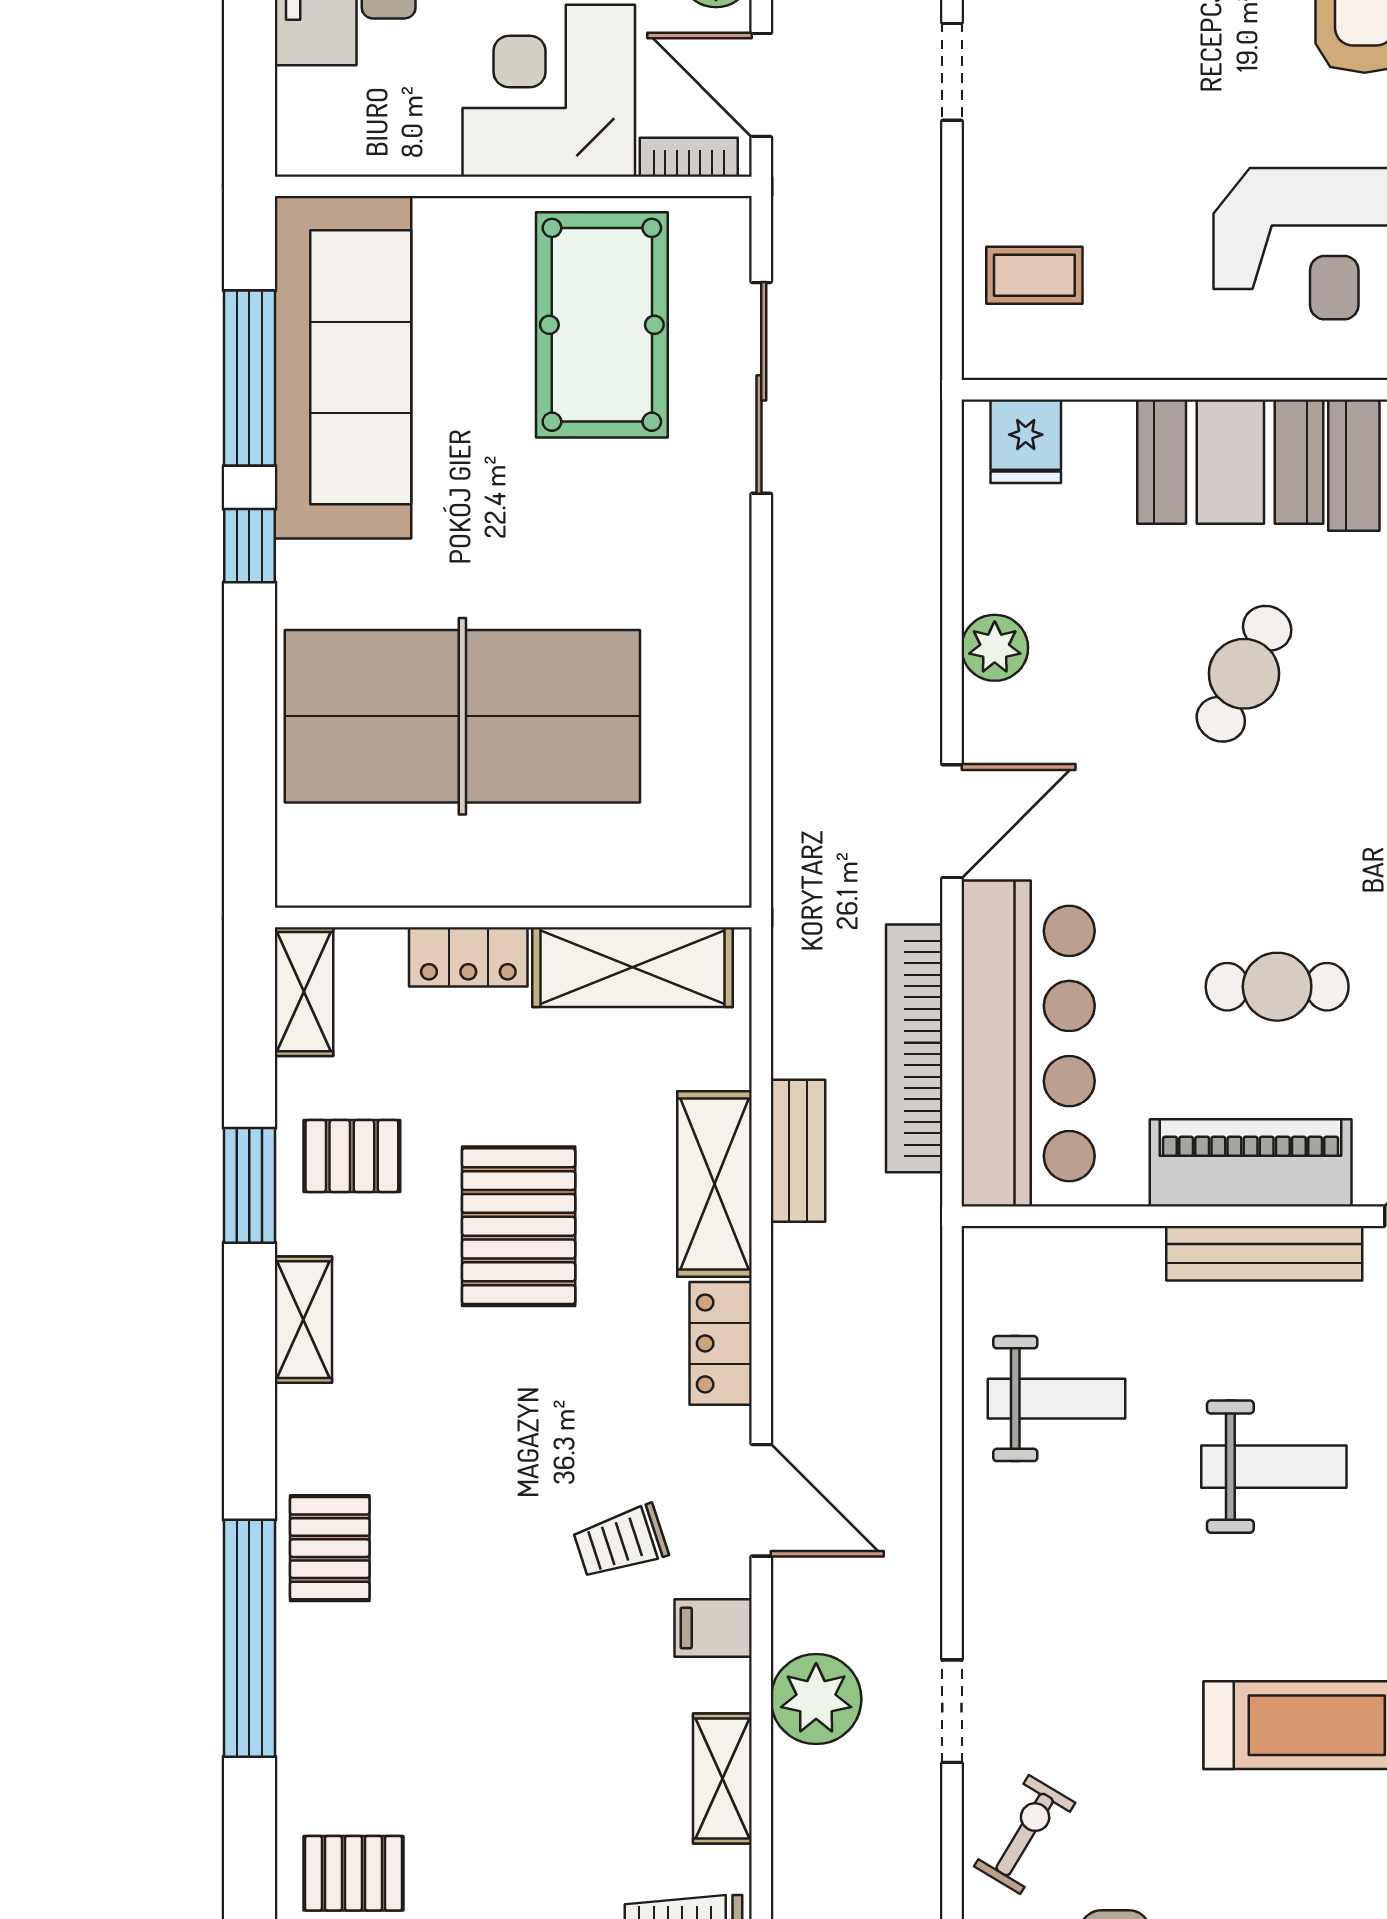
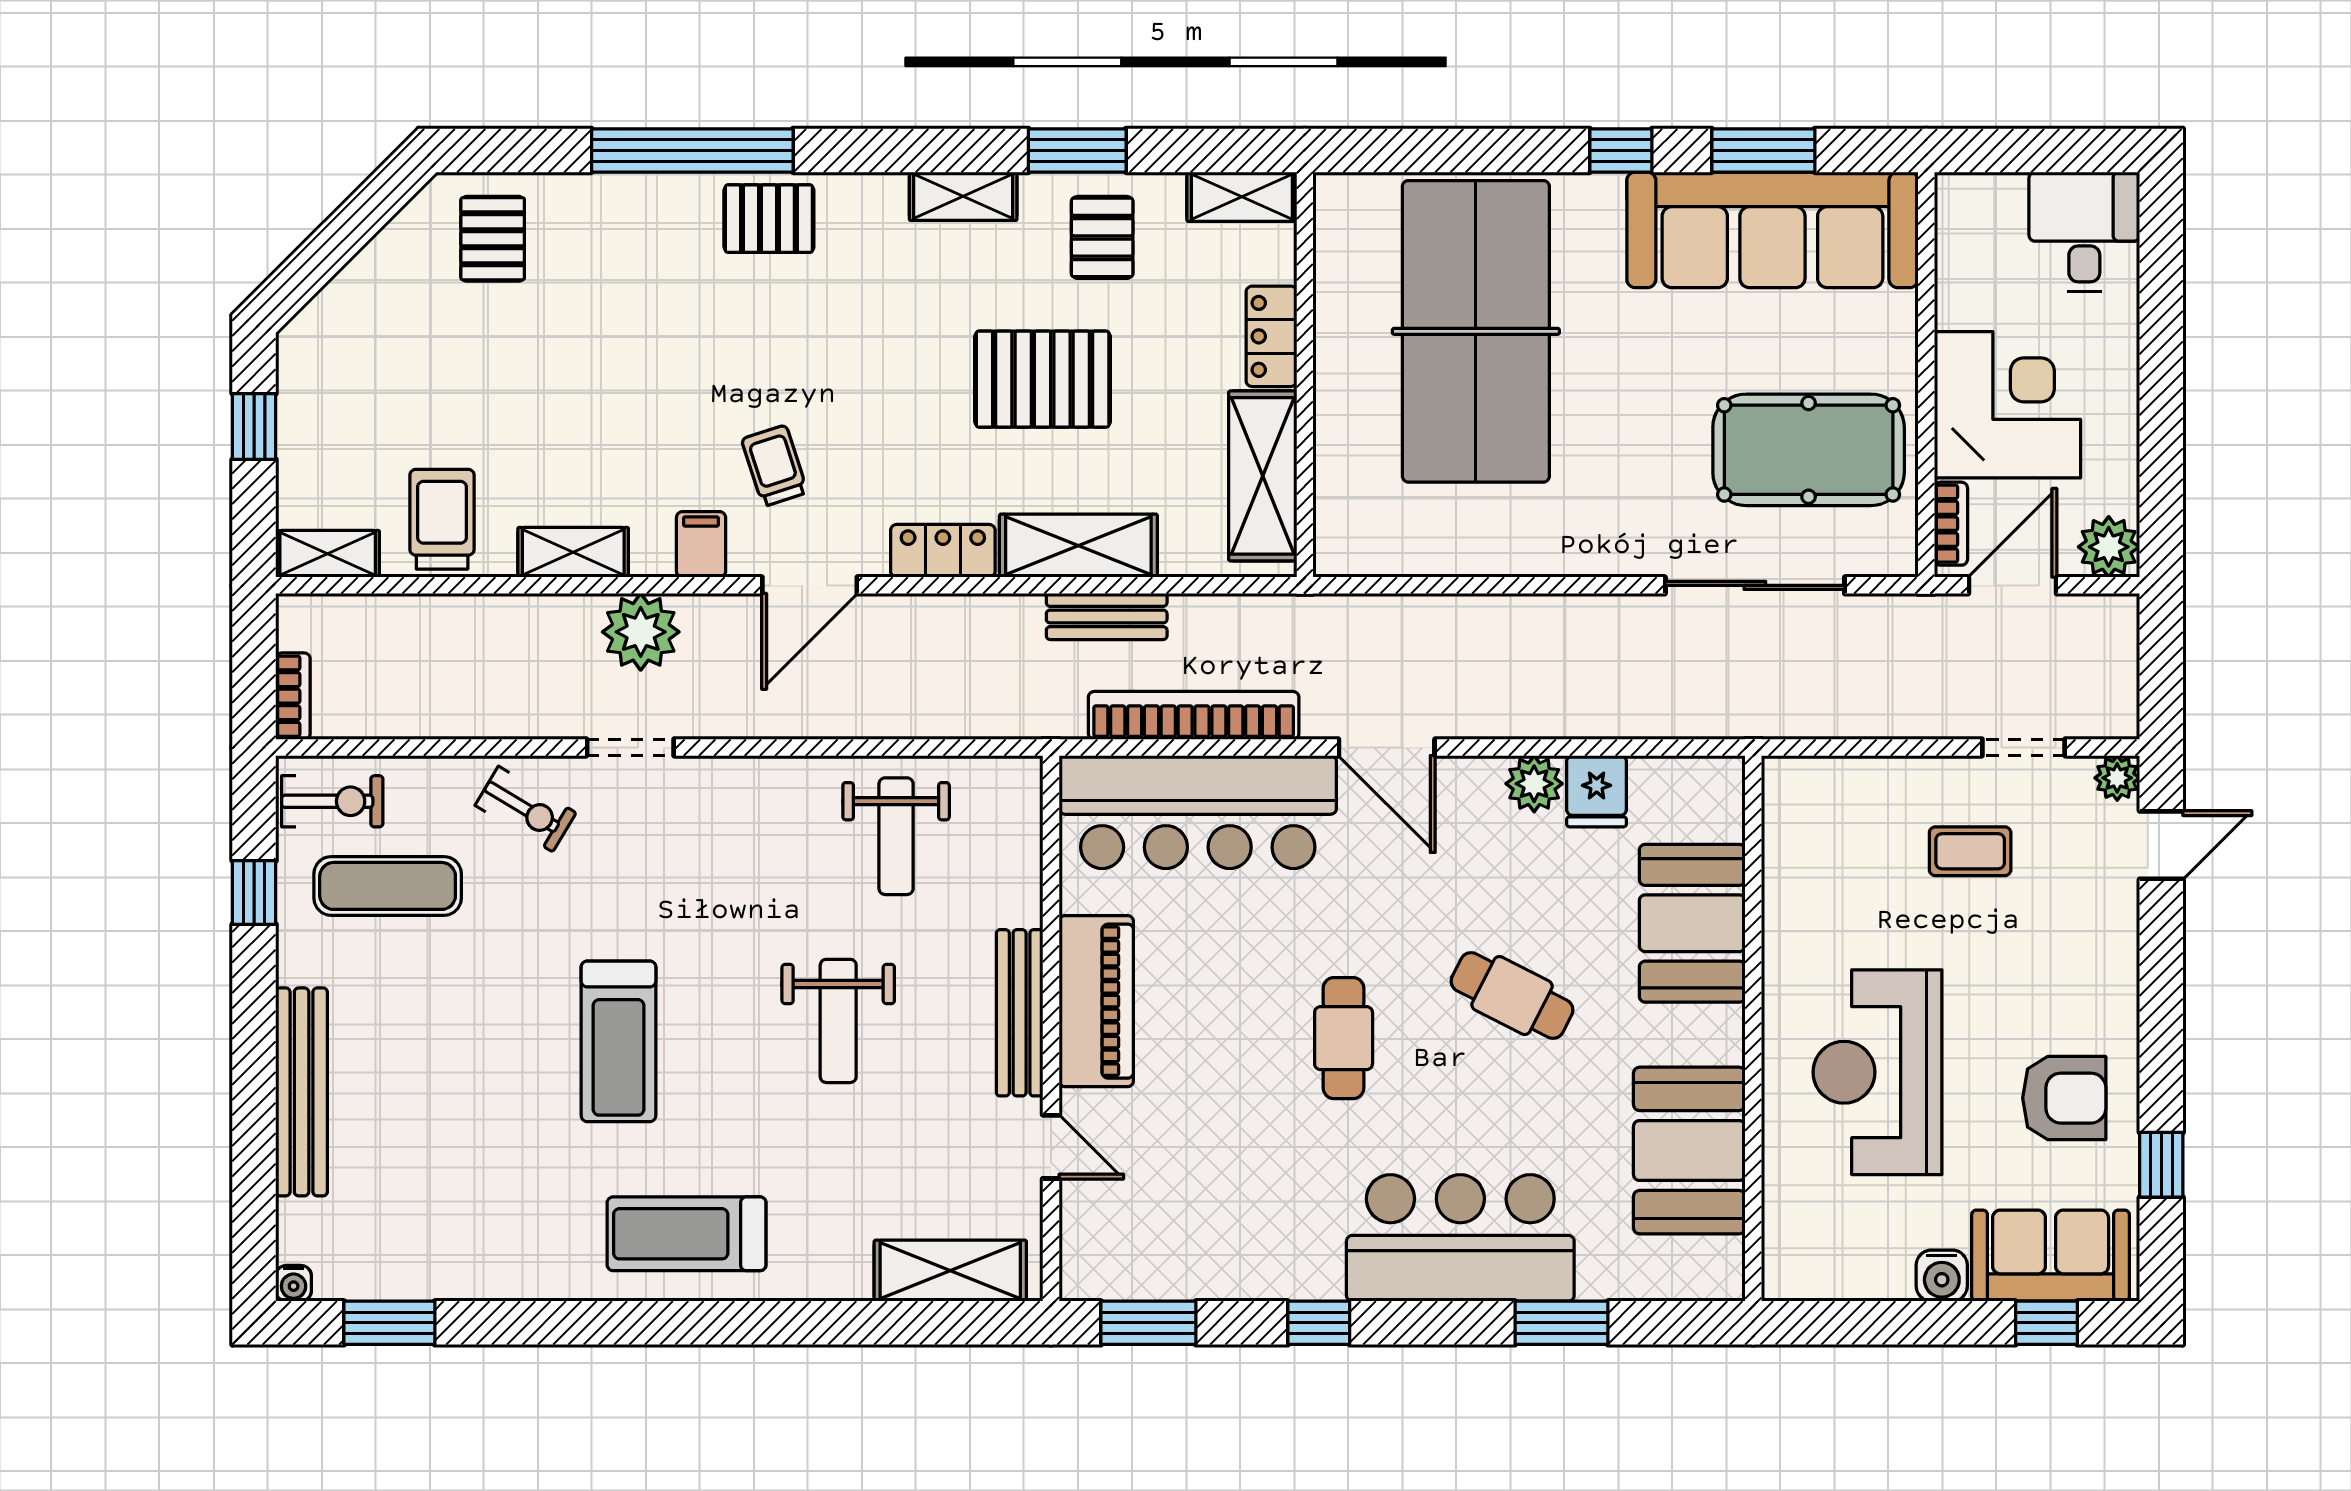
coffee table: (1034, 275) -> (1970, 851), moved, turned 90
window: (249, 378) -> (1763, 150), width x0.69
fridge: (1026, 441) -> (1597, 791), moved, turned -90
booth: (1230, 462) -> (1692, 923), moved
cafe table: (1277, 987) -> (1344, 1038), moved

